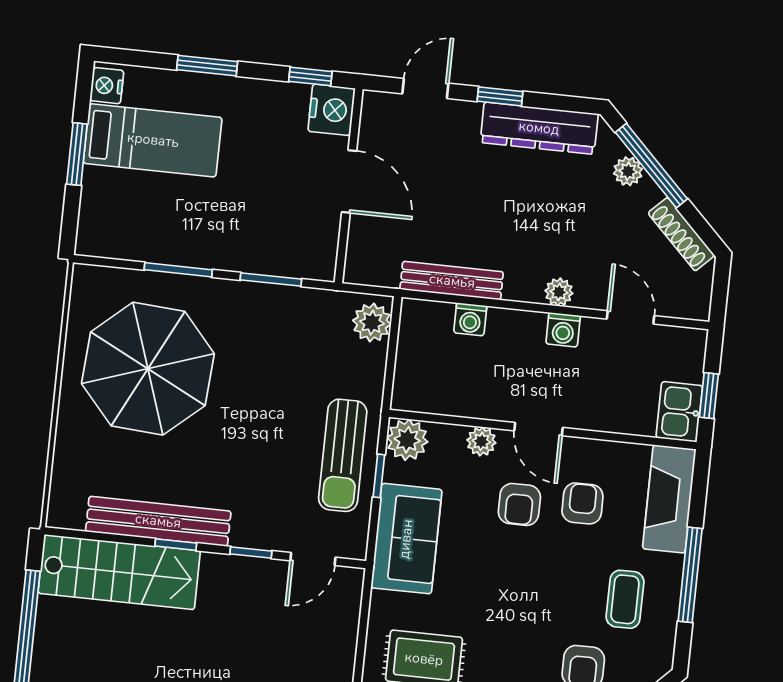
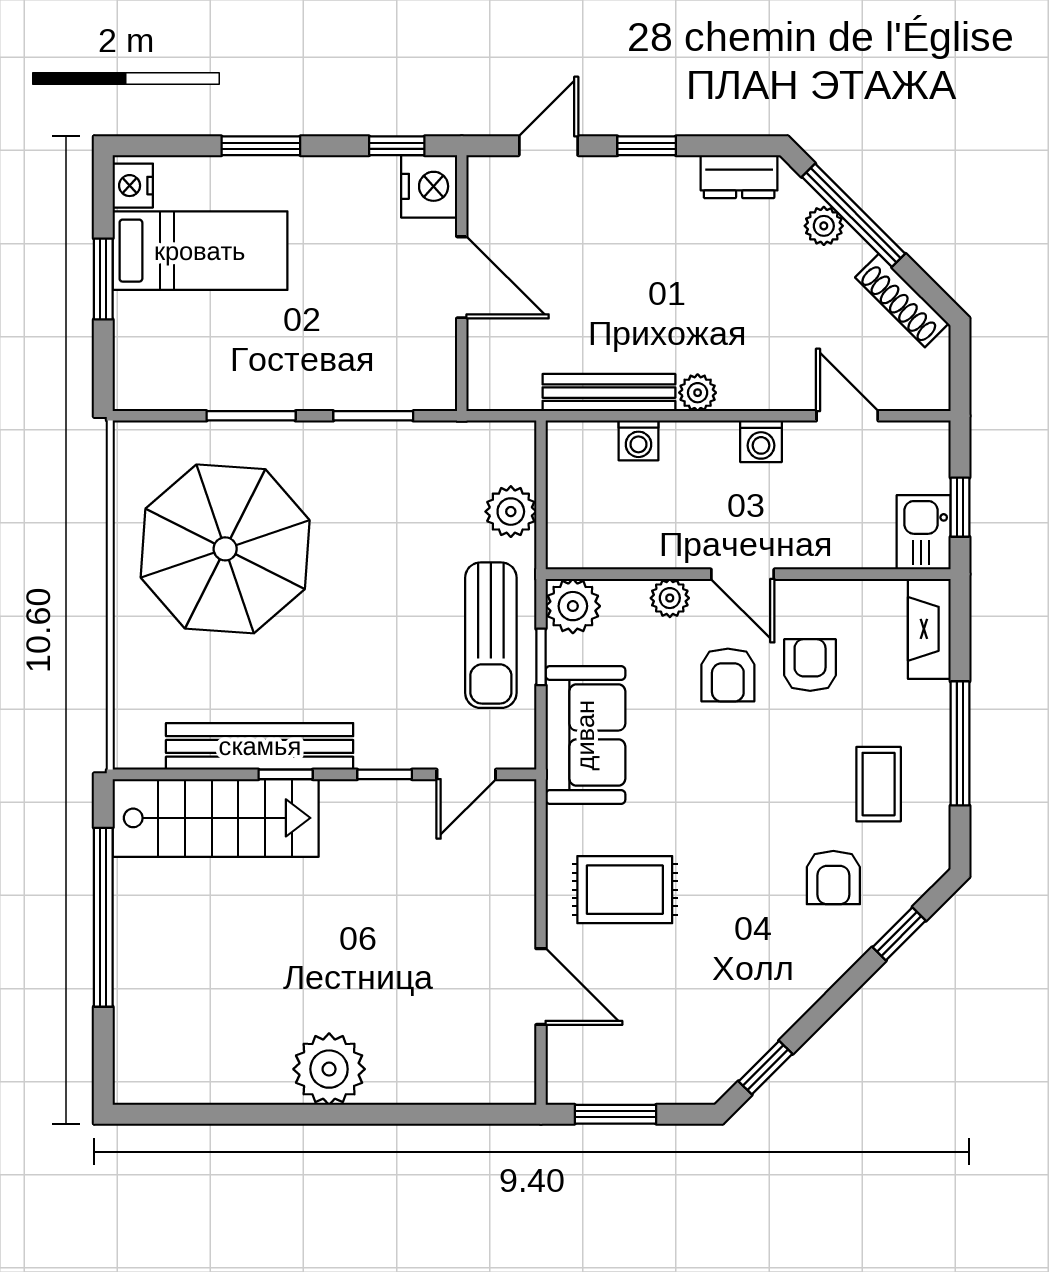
dresser: (539, 128) -> (739, 177), width x0.51, depth x0.80
plant: (559, 292) -> (698, 393), moved
plant: (372, 323) -> (511, 512), moved
fireplace: (669, 499) -> (929, 629), width x0.73, depth x0.76

